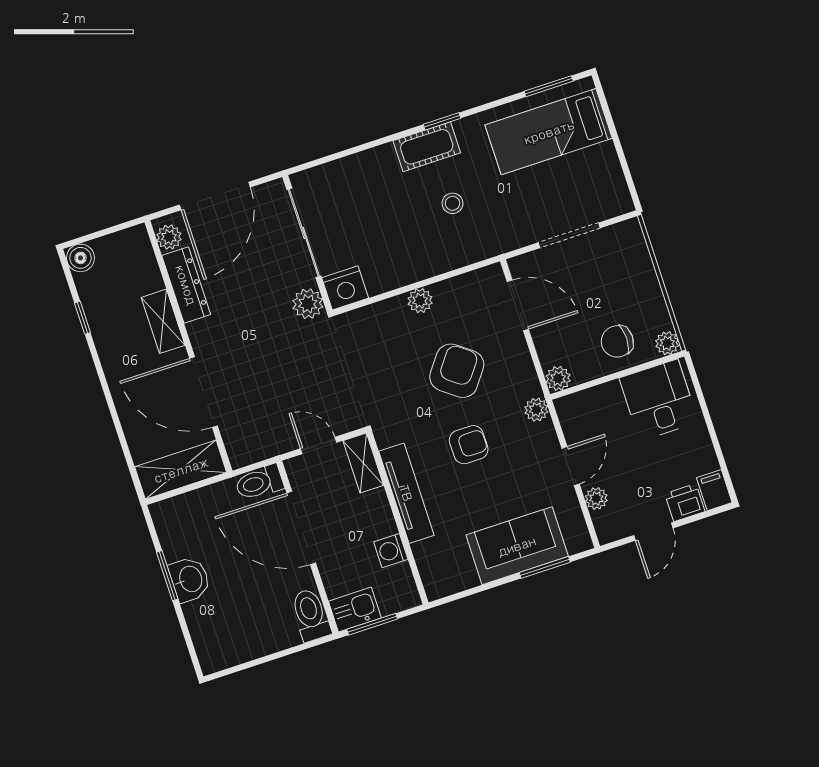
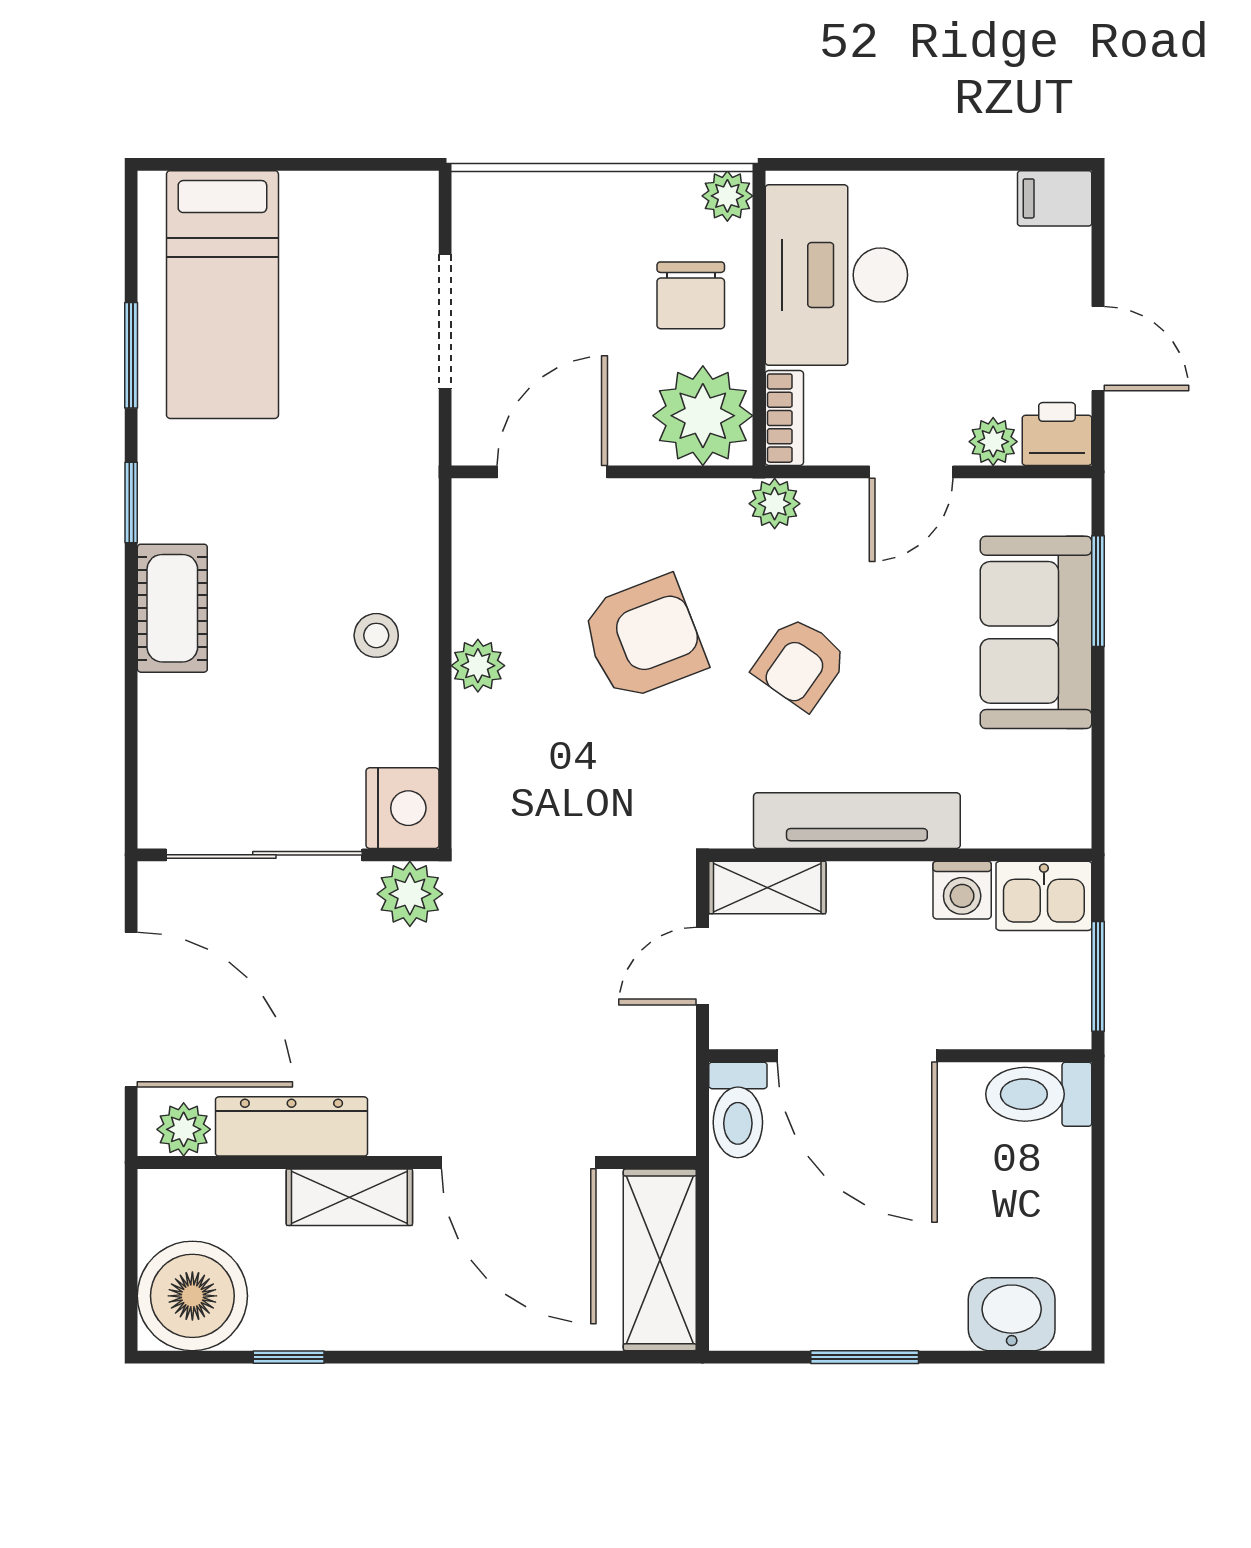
window: (549, 86) -> (131, 355), moved
cot: (427, 147) -> (172, 608), moved
stool: (453, 203) -> (376, 635), moved
boiler: (81, 258) -> (192, 1296), width x1.86, depth x1.86
armchair: (457, 371) -> (644, 638), turned 122
plant: (558, 378) -> (703, 416), width x1.88, depth x1.88
door: (203, 392) -> (519, 1162), hinge flipped
desk: (659, 400) -> (836, 275), width x1.37
bookcase: (576, 401) -> (784, 418), added
armchair: (469, 445) -> (800, 663), turned -145
door: (571, 466) -> (911, 472), swing flipped
printer: (685, 503) -> (1057, 434), moved, turned 90
door: (301, 528) -> (857, 1056), hinge flipped
washbasin: (190, 579) -> (1012, 1314), moved
kitchen sink: (355, 610) -> (1044, 896), moved, turned -90

